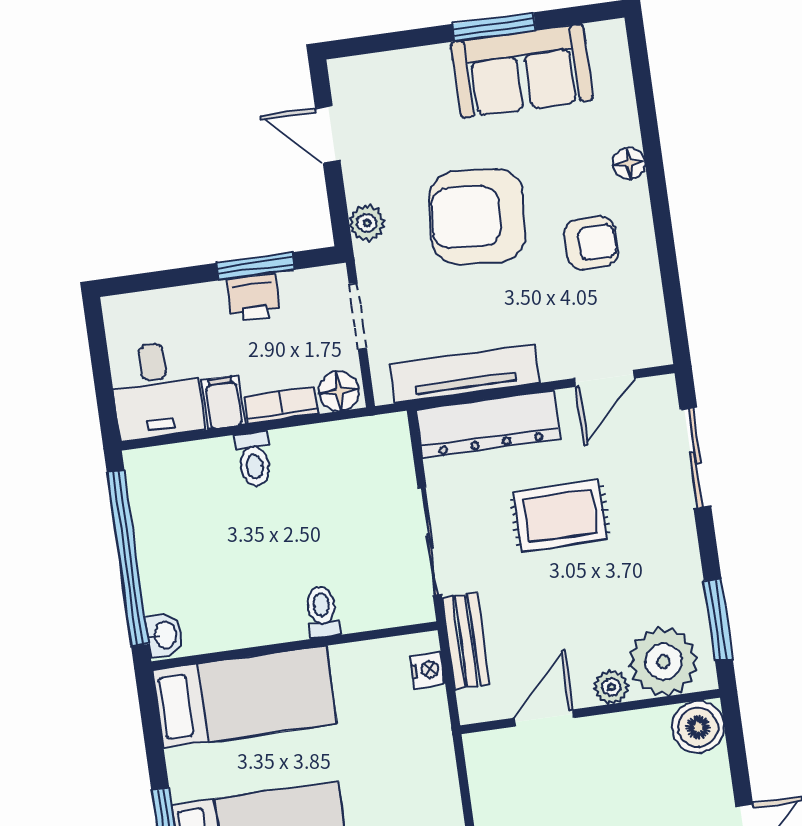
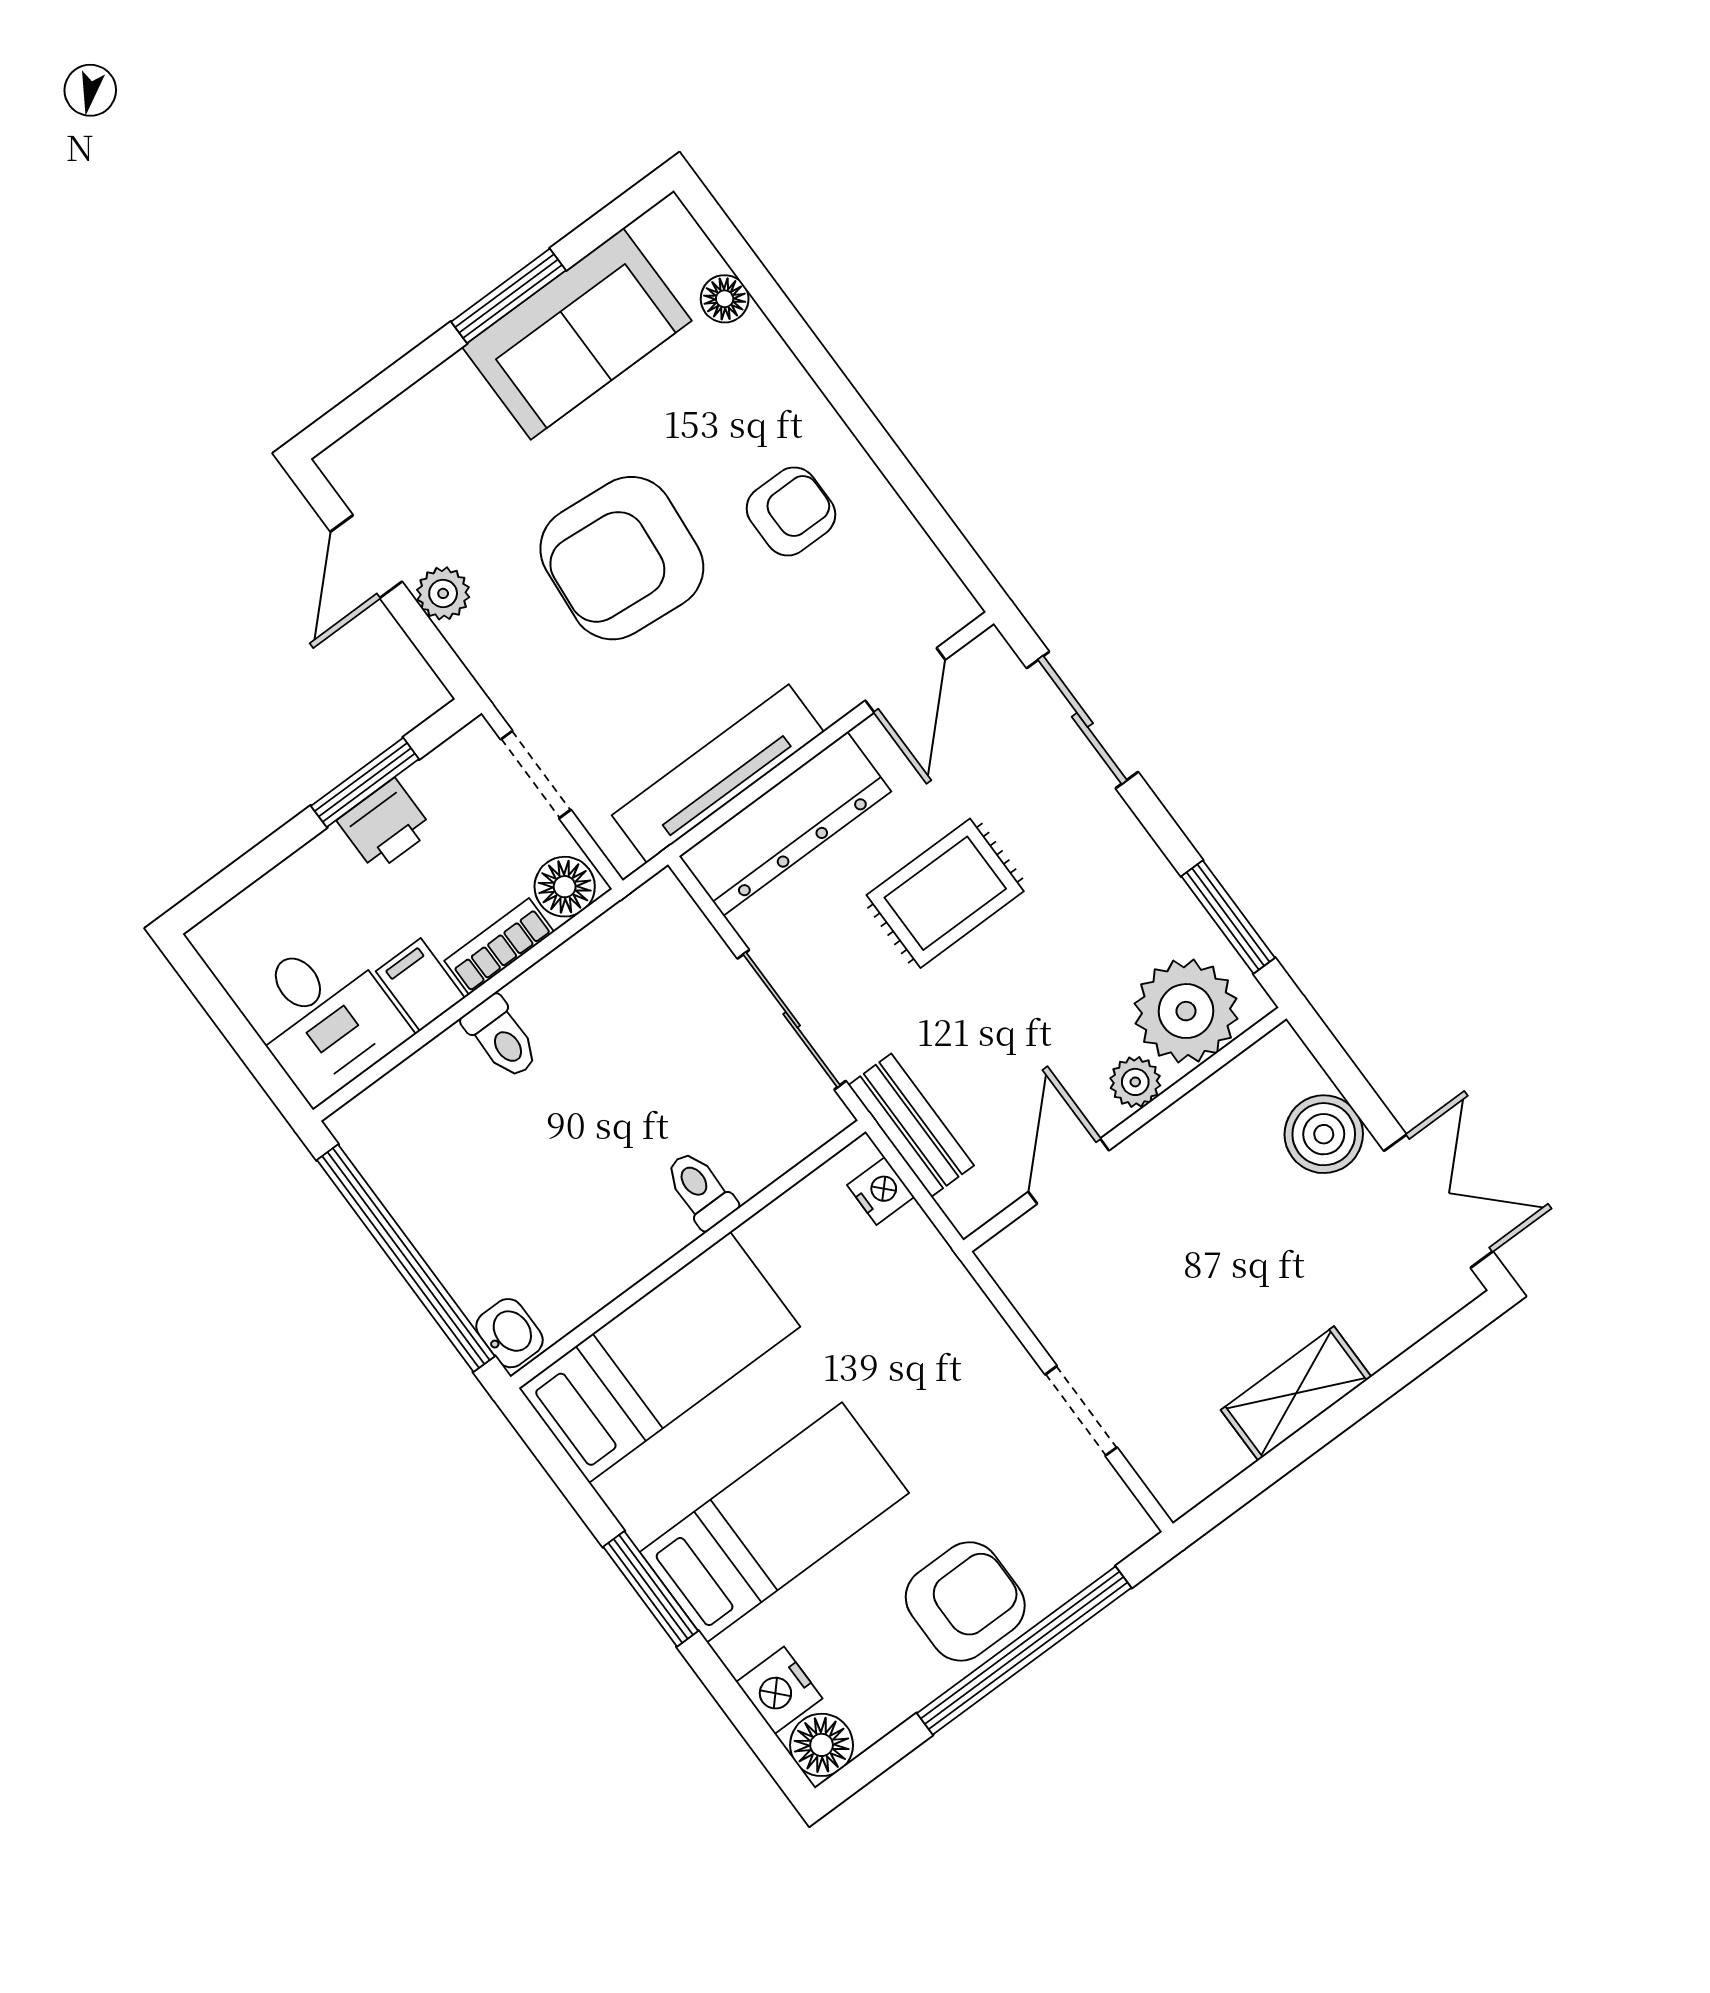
door: (328, 134) -> (366, 557), hinge flipped
floor lamp: (629, 163) -> (725, 299), moved
plant: (367, 223) -> (443, 593), moved
boiler: (698, 727) -> (1324, 1134), moved

